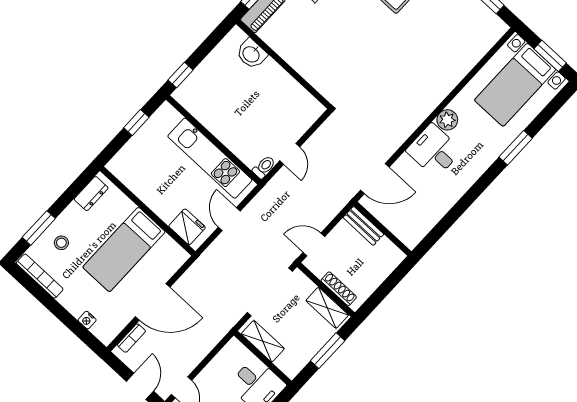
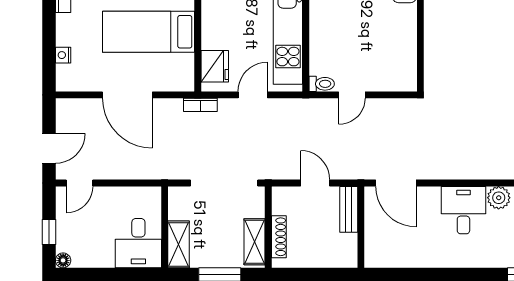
door: (314, 244) -> (315, 183), moved
bookcase: (131, 338) -> (200, 105), moved
shelving: (263, 341) -> (179, 244), moved

